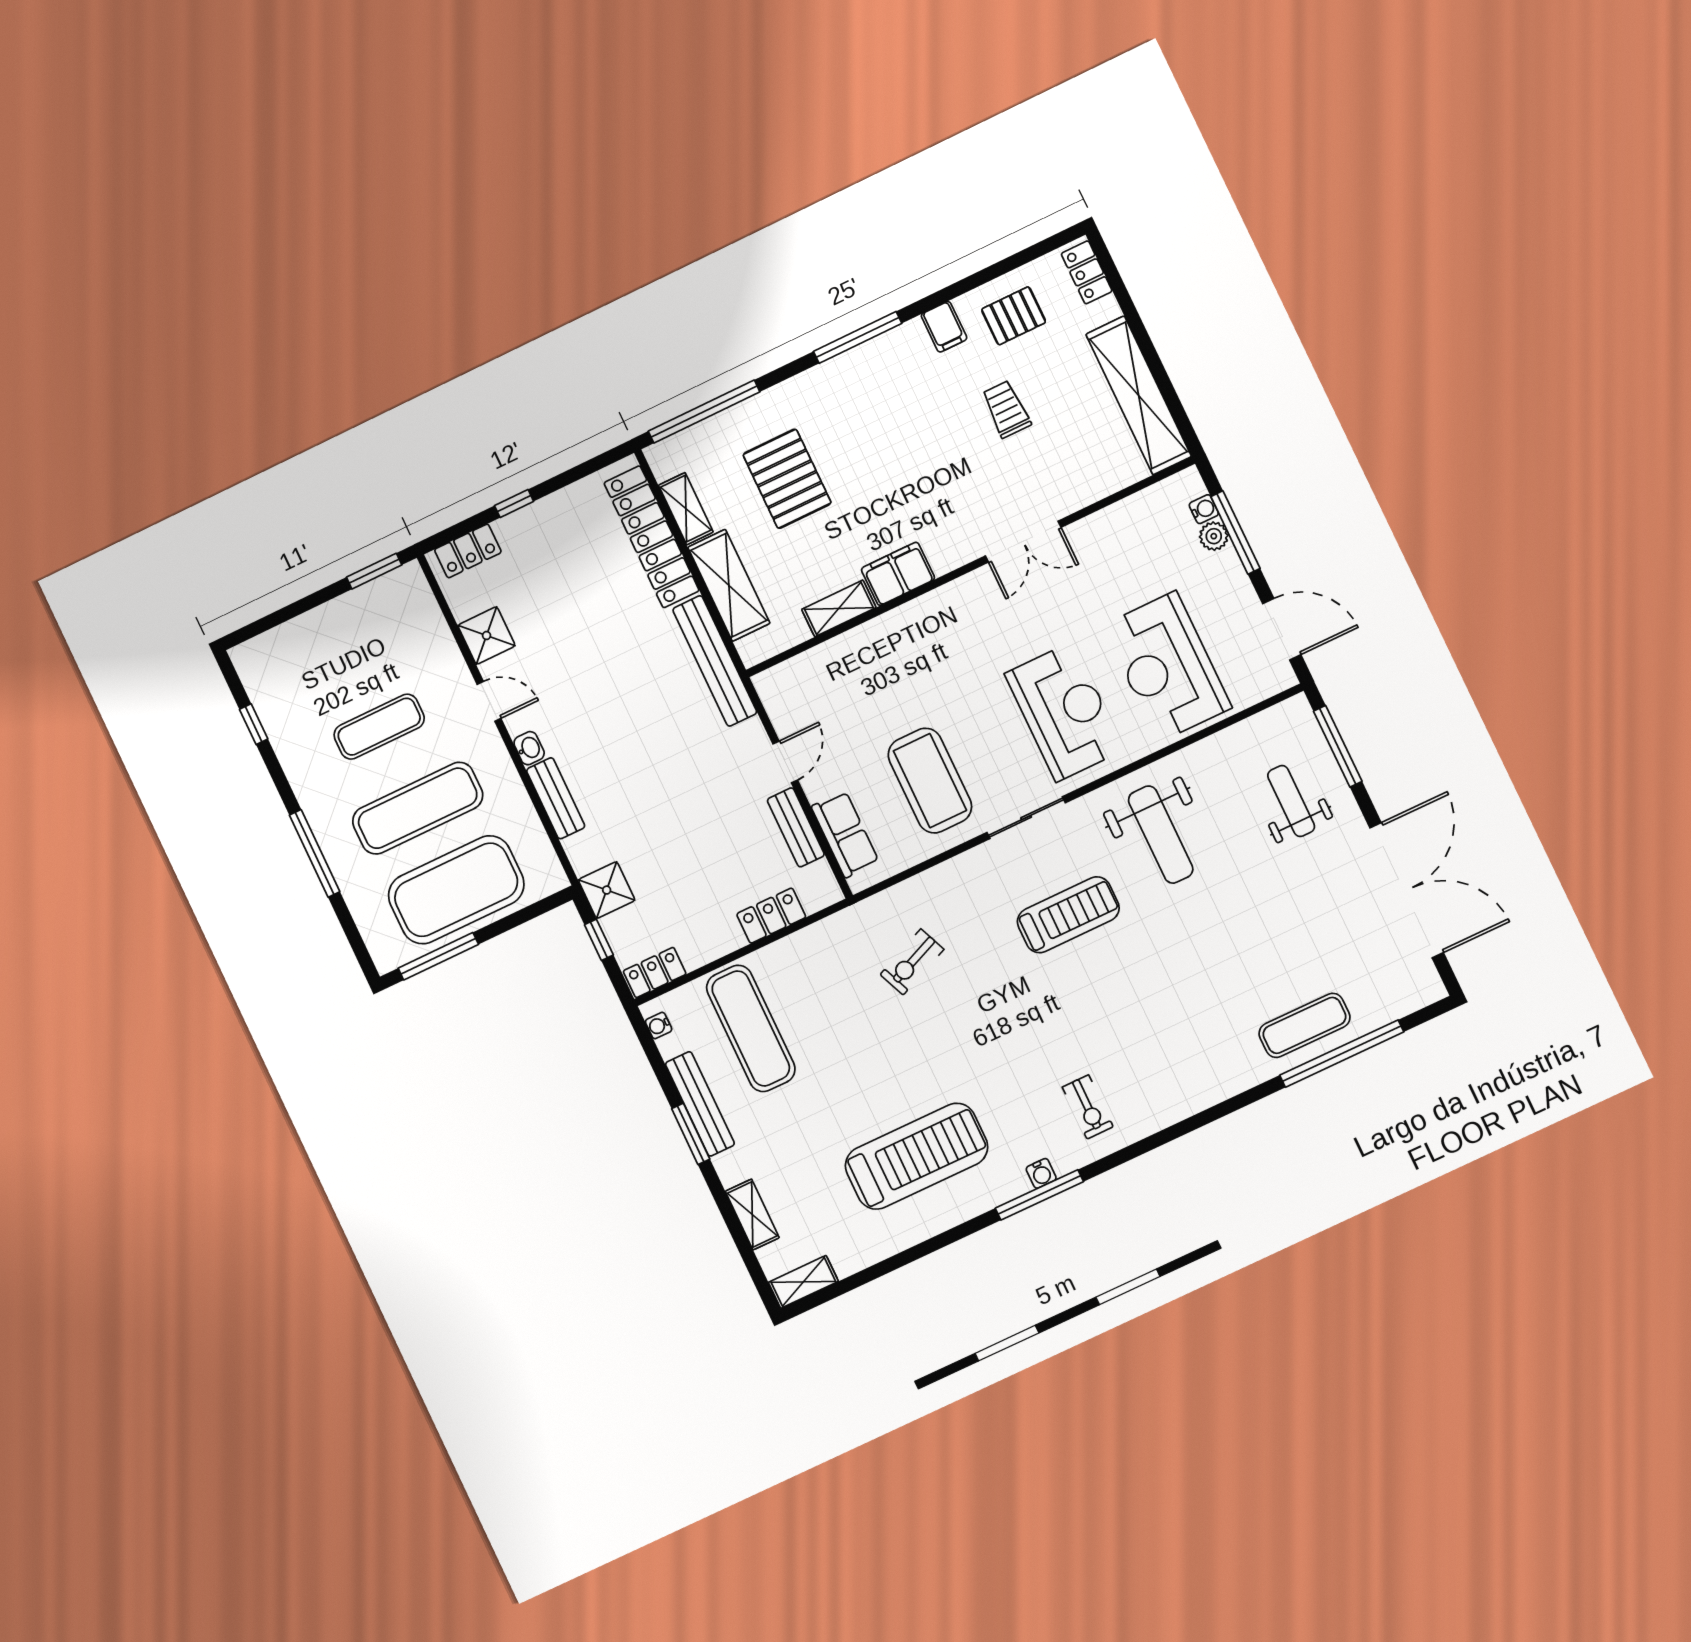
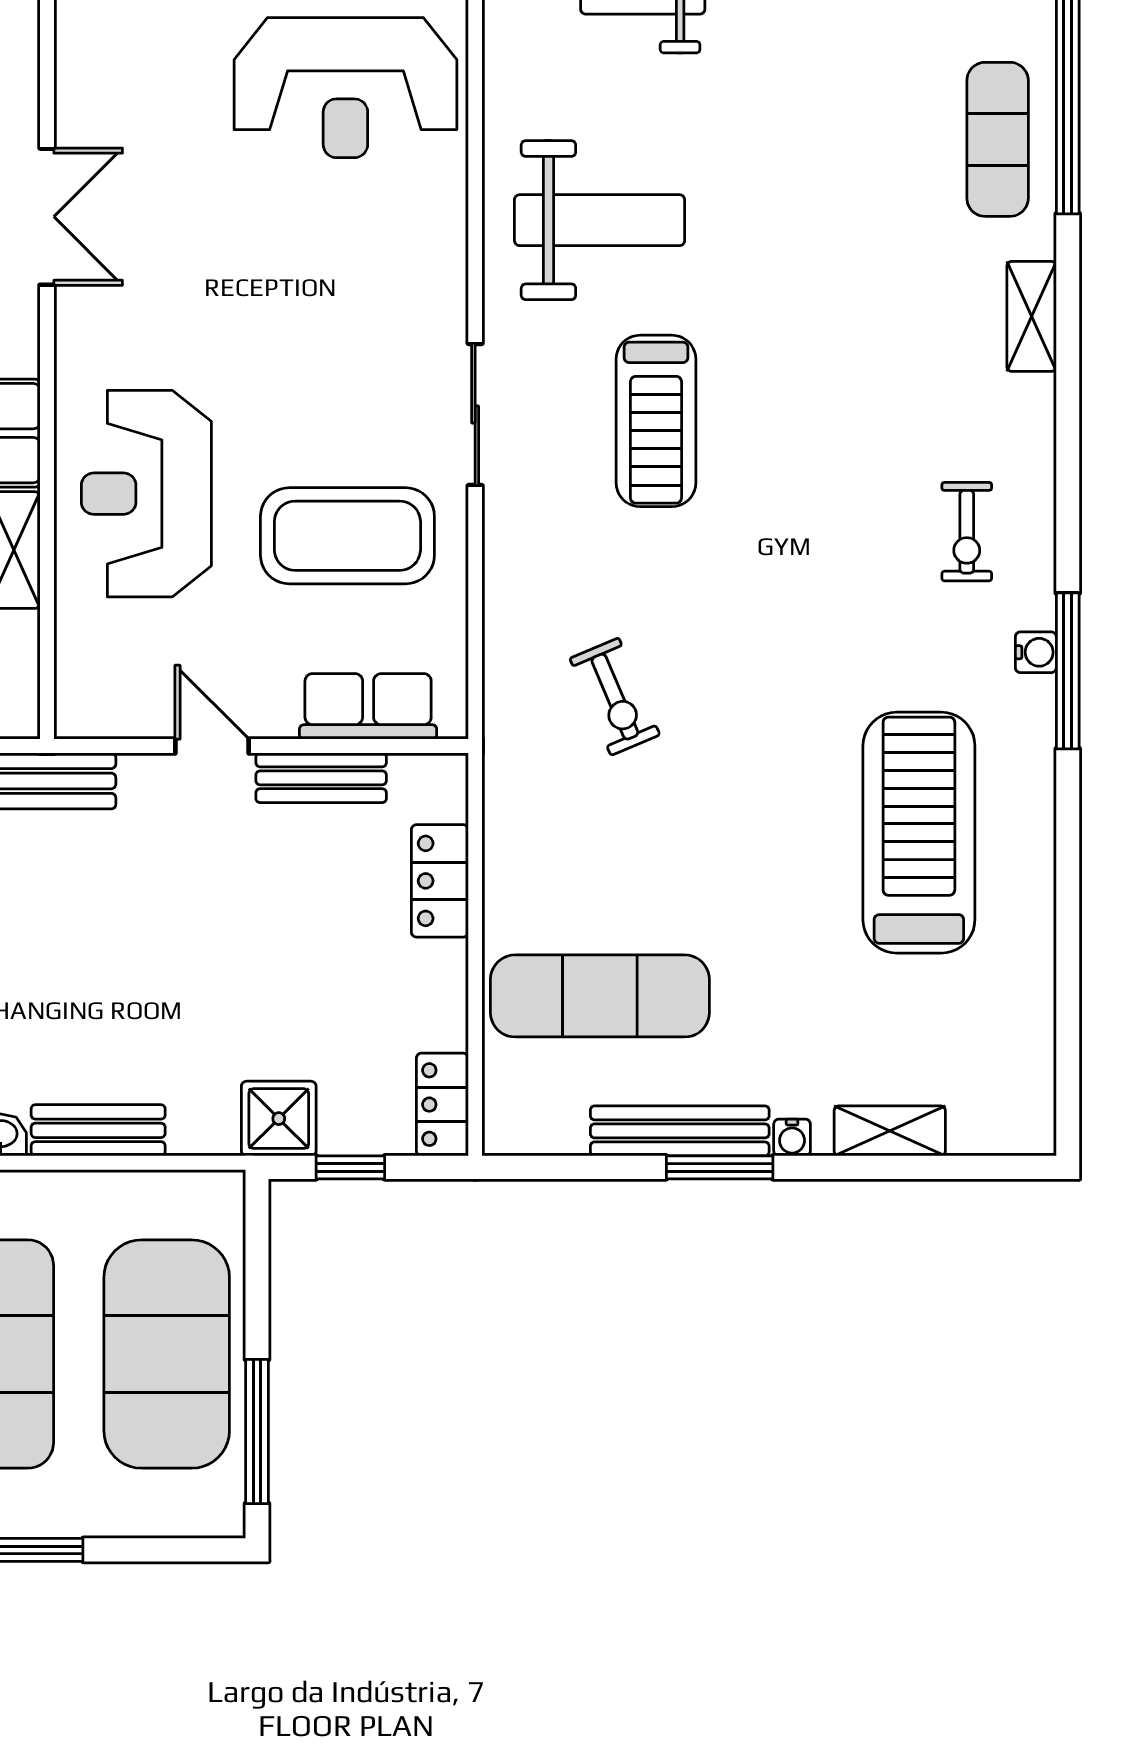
reception desk: (1064, 712) -> (146, 494), moved, turned -90
treadmill: (1068, 915) -> (656, 421), turned 180
water cooler: (659, 1026) -> (792, 1138), moved
exercise bike: (1088, 1107) -> (967, 532), turned 90
shelving: (803, 1282) -> (1032, 316), moved

